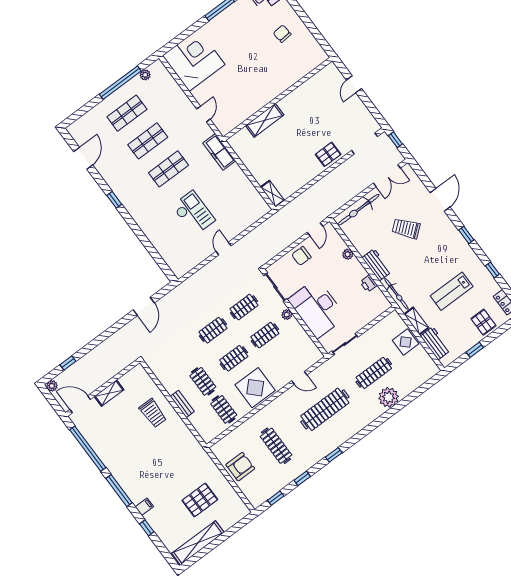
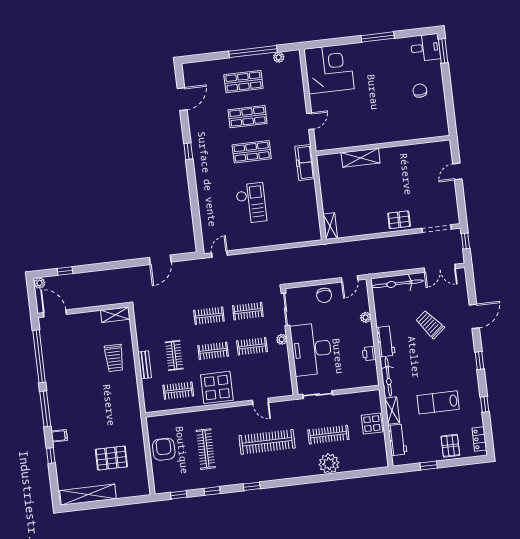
door: (224, 249) -> (219, 254), moved
chair: (301, 256) -> (324, 295), turned -90
shelving: (109, 393) -> (115, 315), moved
clothes rail: (224, 409) -> (178, 391), turned 90
armchair: (240, 467) -> (164, 449), turned -90

